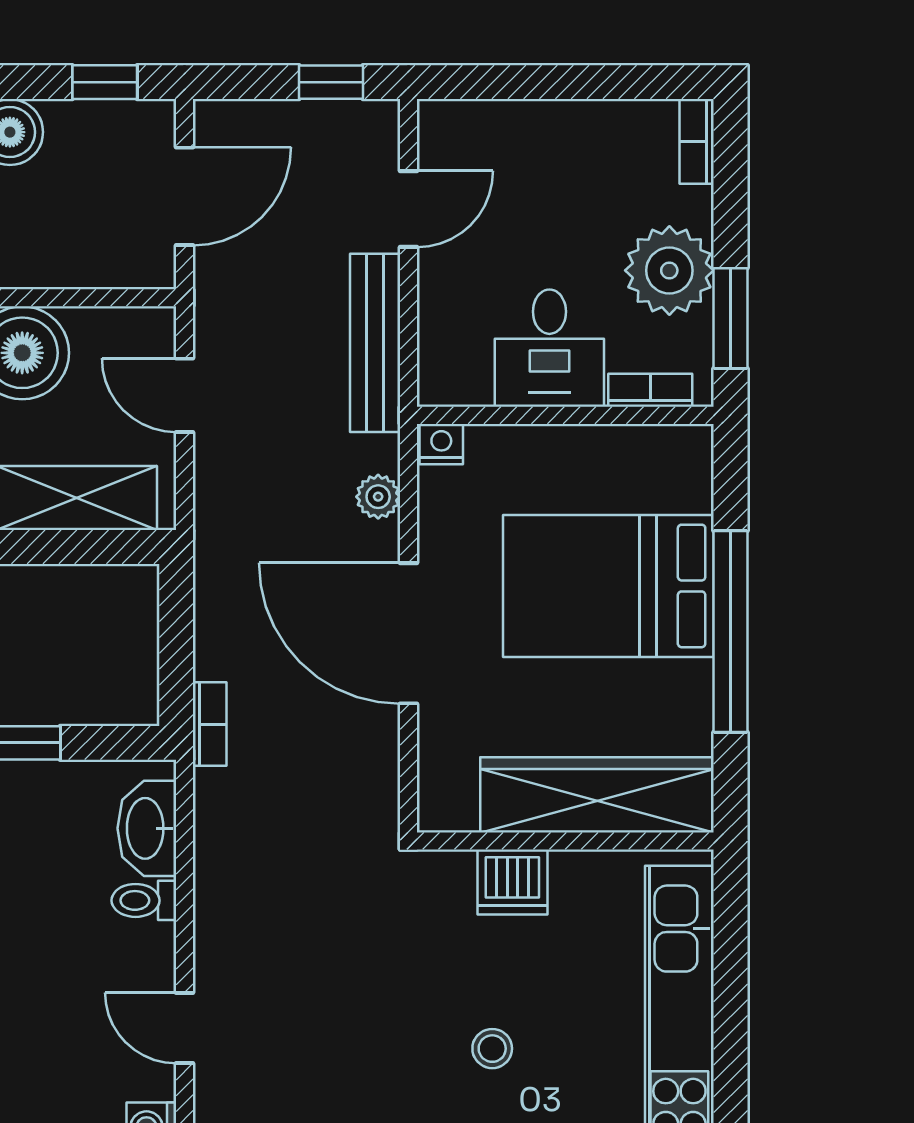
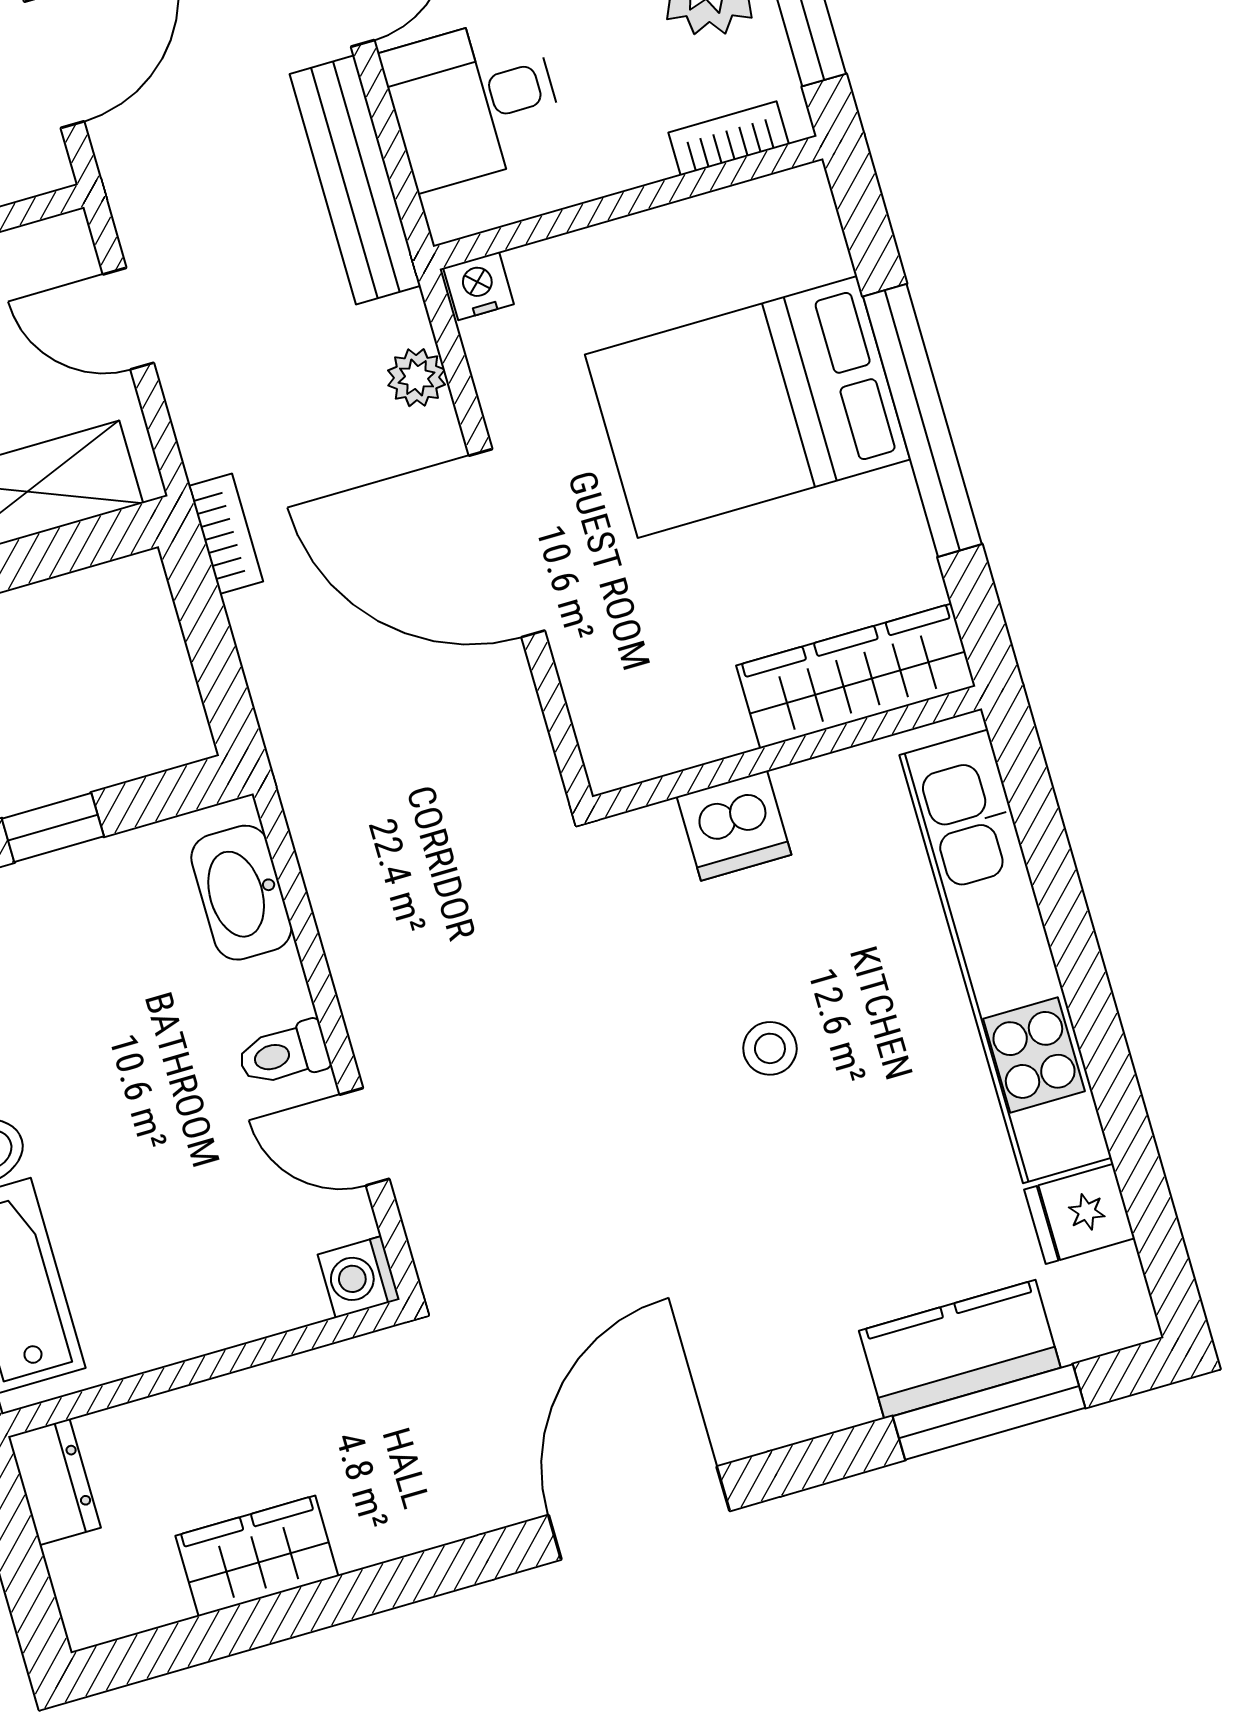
desk: (549, 348) -> (474, 102), moved, turned 90
bookcase: (210, 724) -> (226, 534), moved
wardrobe: (597, 795) -> (856, 676), width x0.71, depth x0.85
toilet: (144, 900) -> (284, 1054), moved

